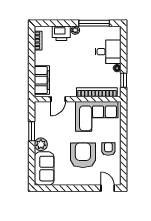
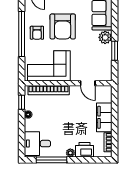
desk: (108, 52) -> (37, 144), moved
filing cabinet: (42, 80) -> (104, 117), moved
door: (58, 99) -> (88, 83), swing flipped
window: (124, 148) -> (22, 34), added

